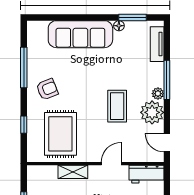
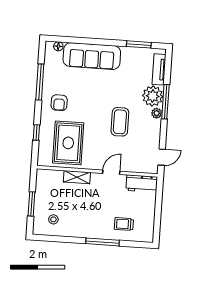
floor lamp: (119, 26) -> (58, 46), moved
armchair: (47, 89) -> (59, 103), turned 112
plant: (152, 112) -> (153, 96), moved
door: (167, 143) -> (162, 157), swing flipped

